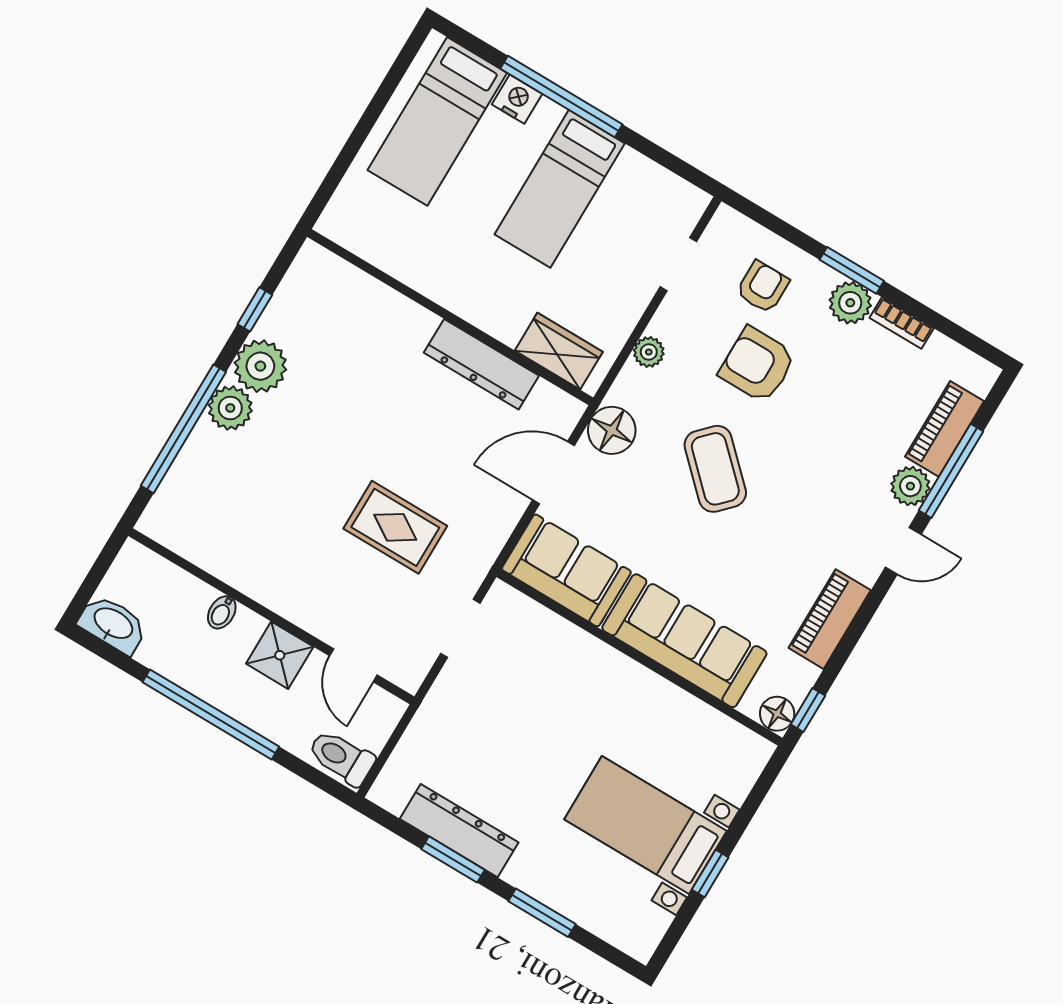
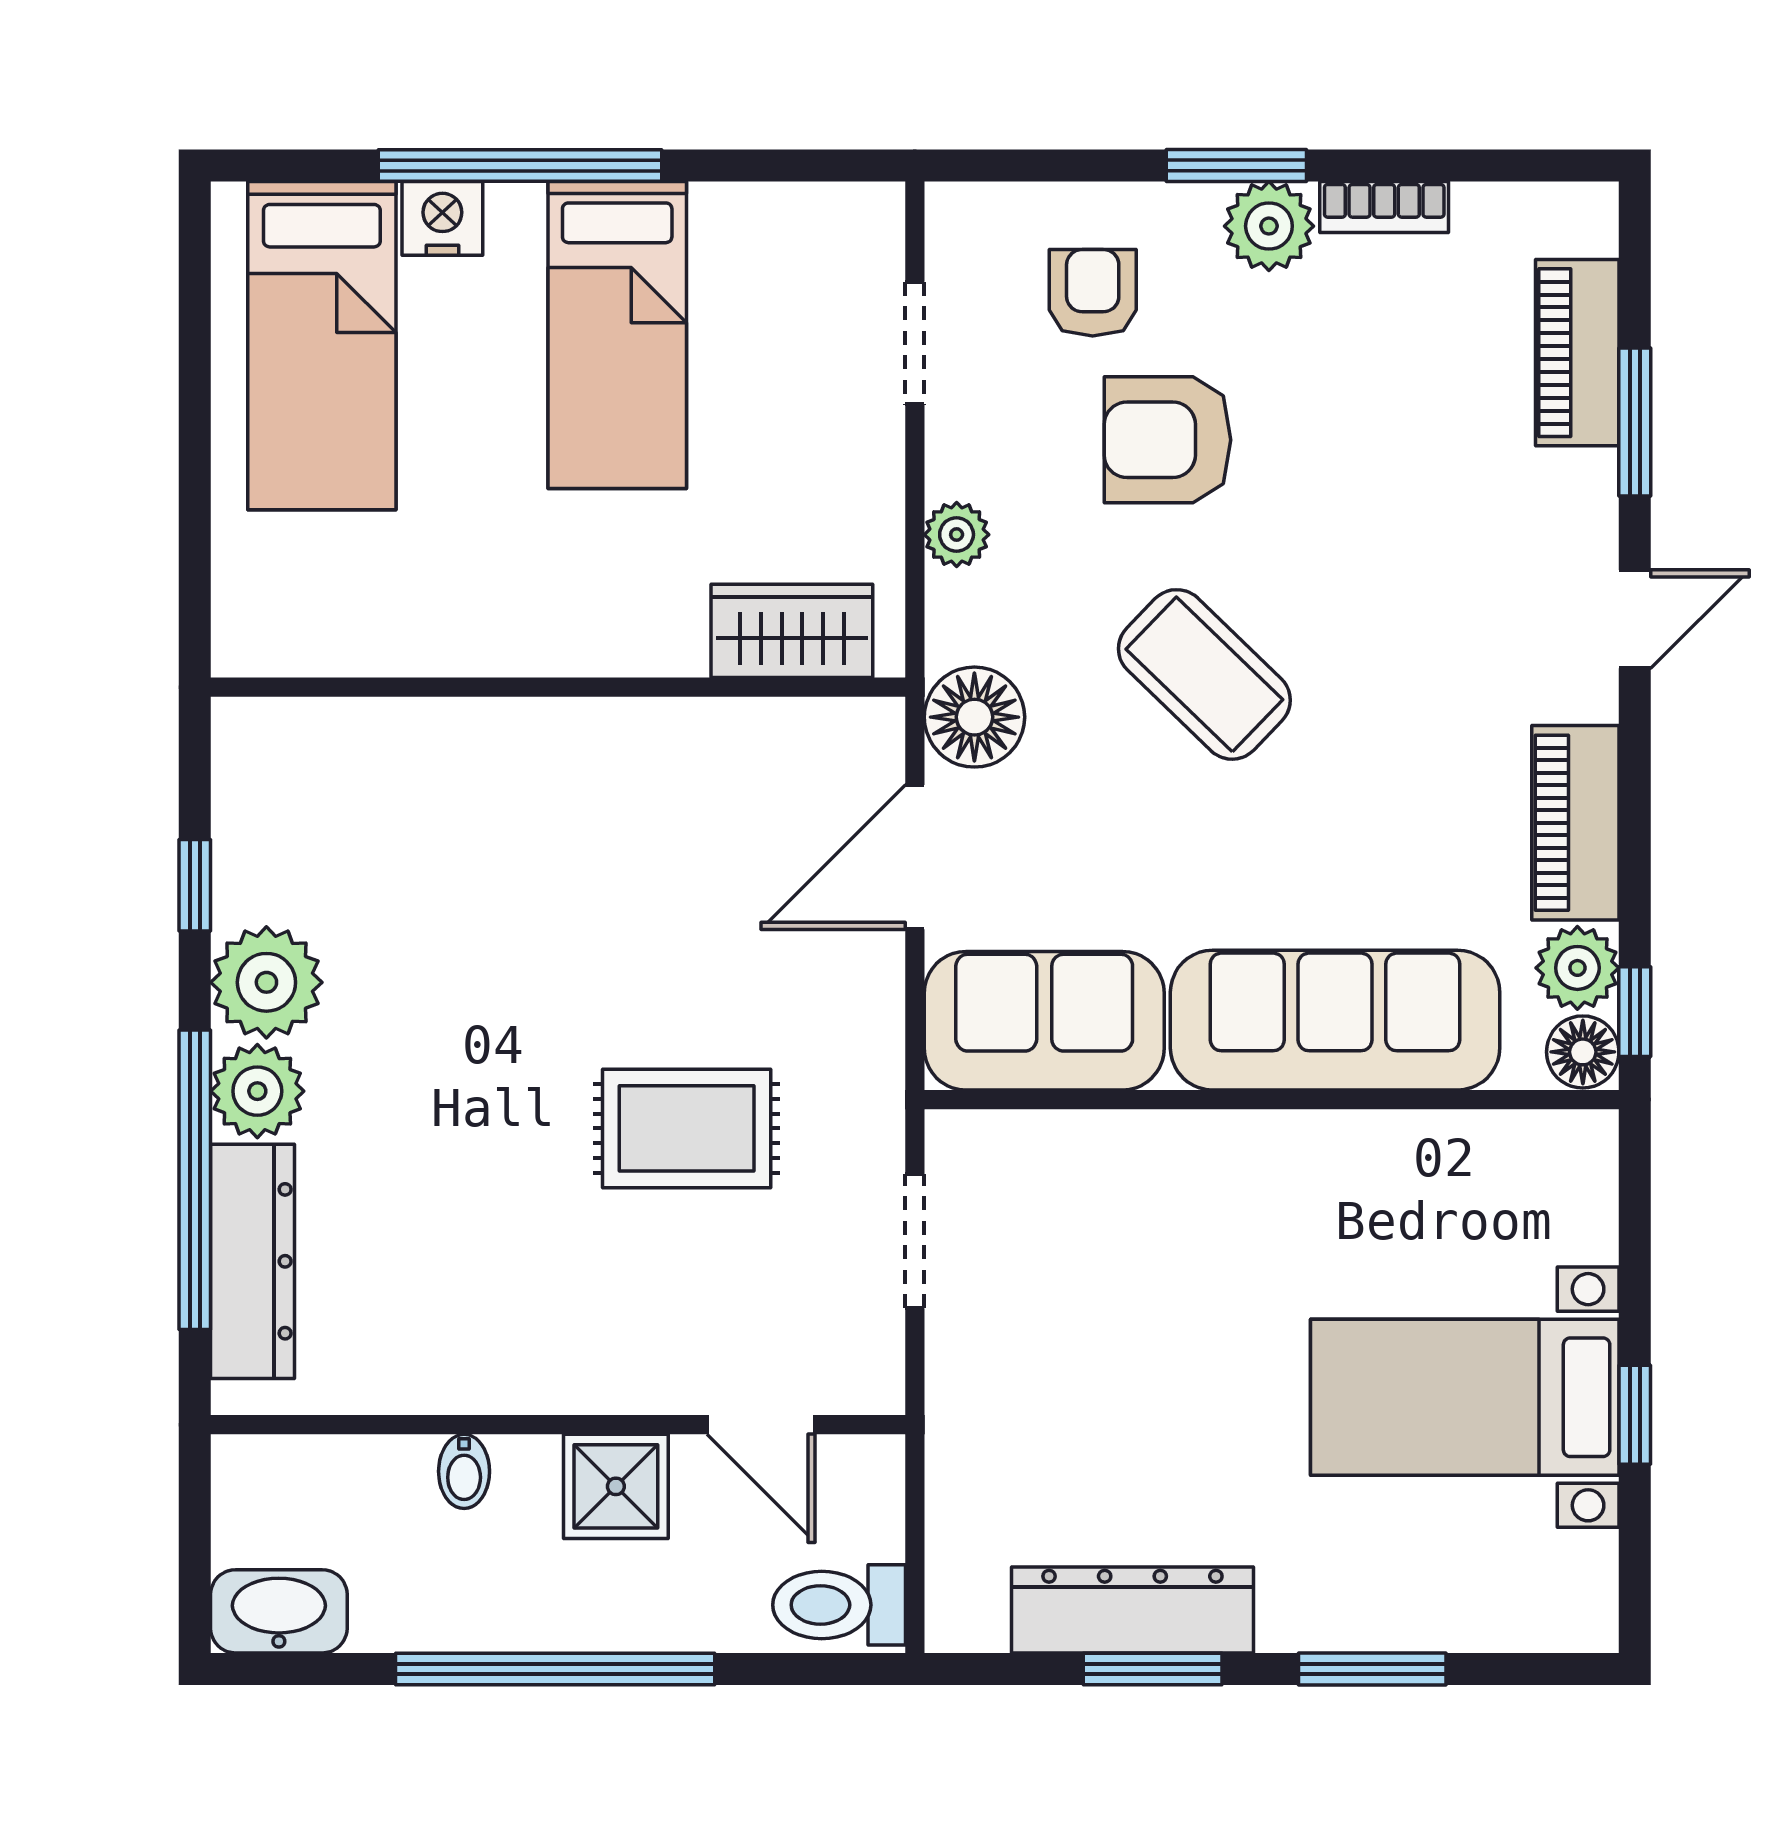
dresser: (481, 364) -> (252, 1261), moved, turned -90
window: (951, 471) -> (1635, 422), width x0.69
plant: (910, 486) -> (1577, 968), moved

